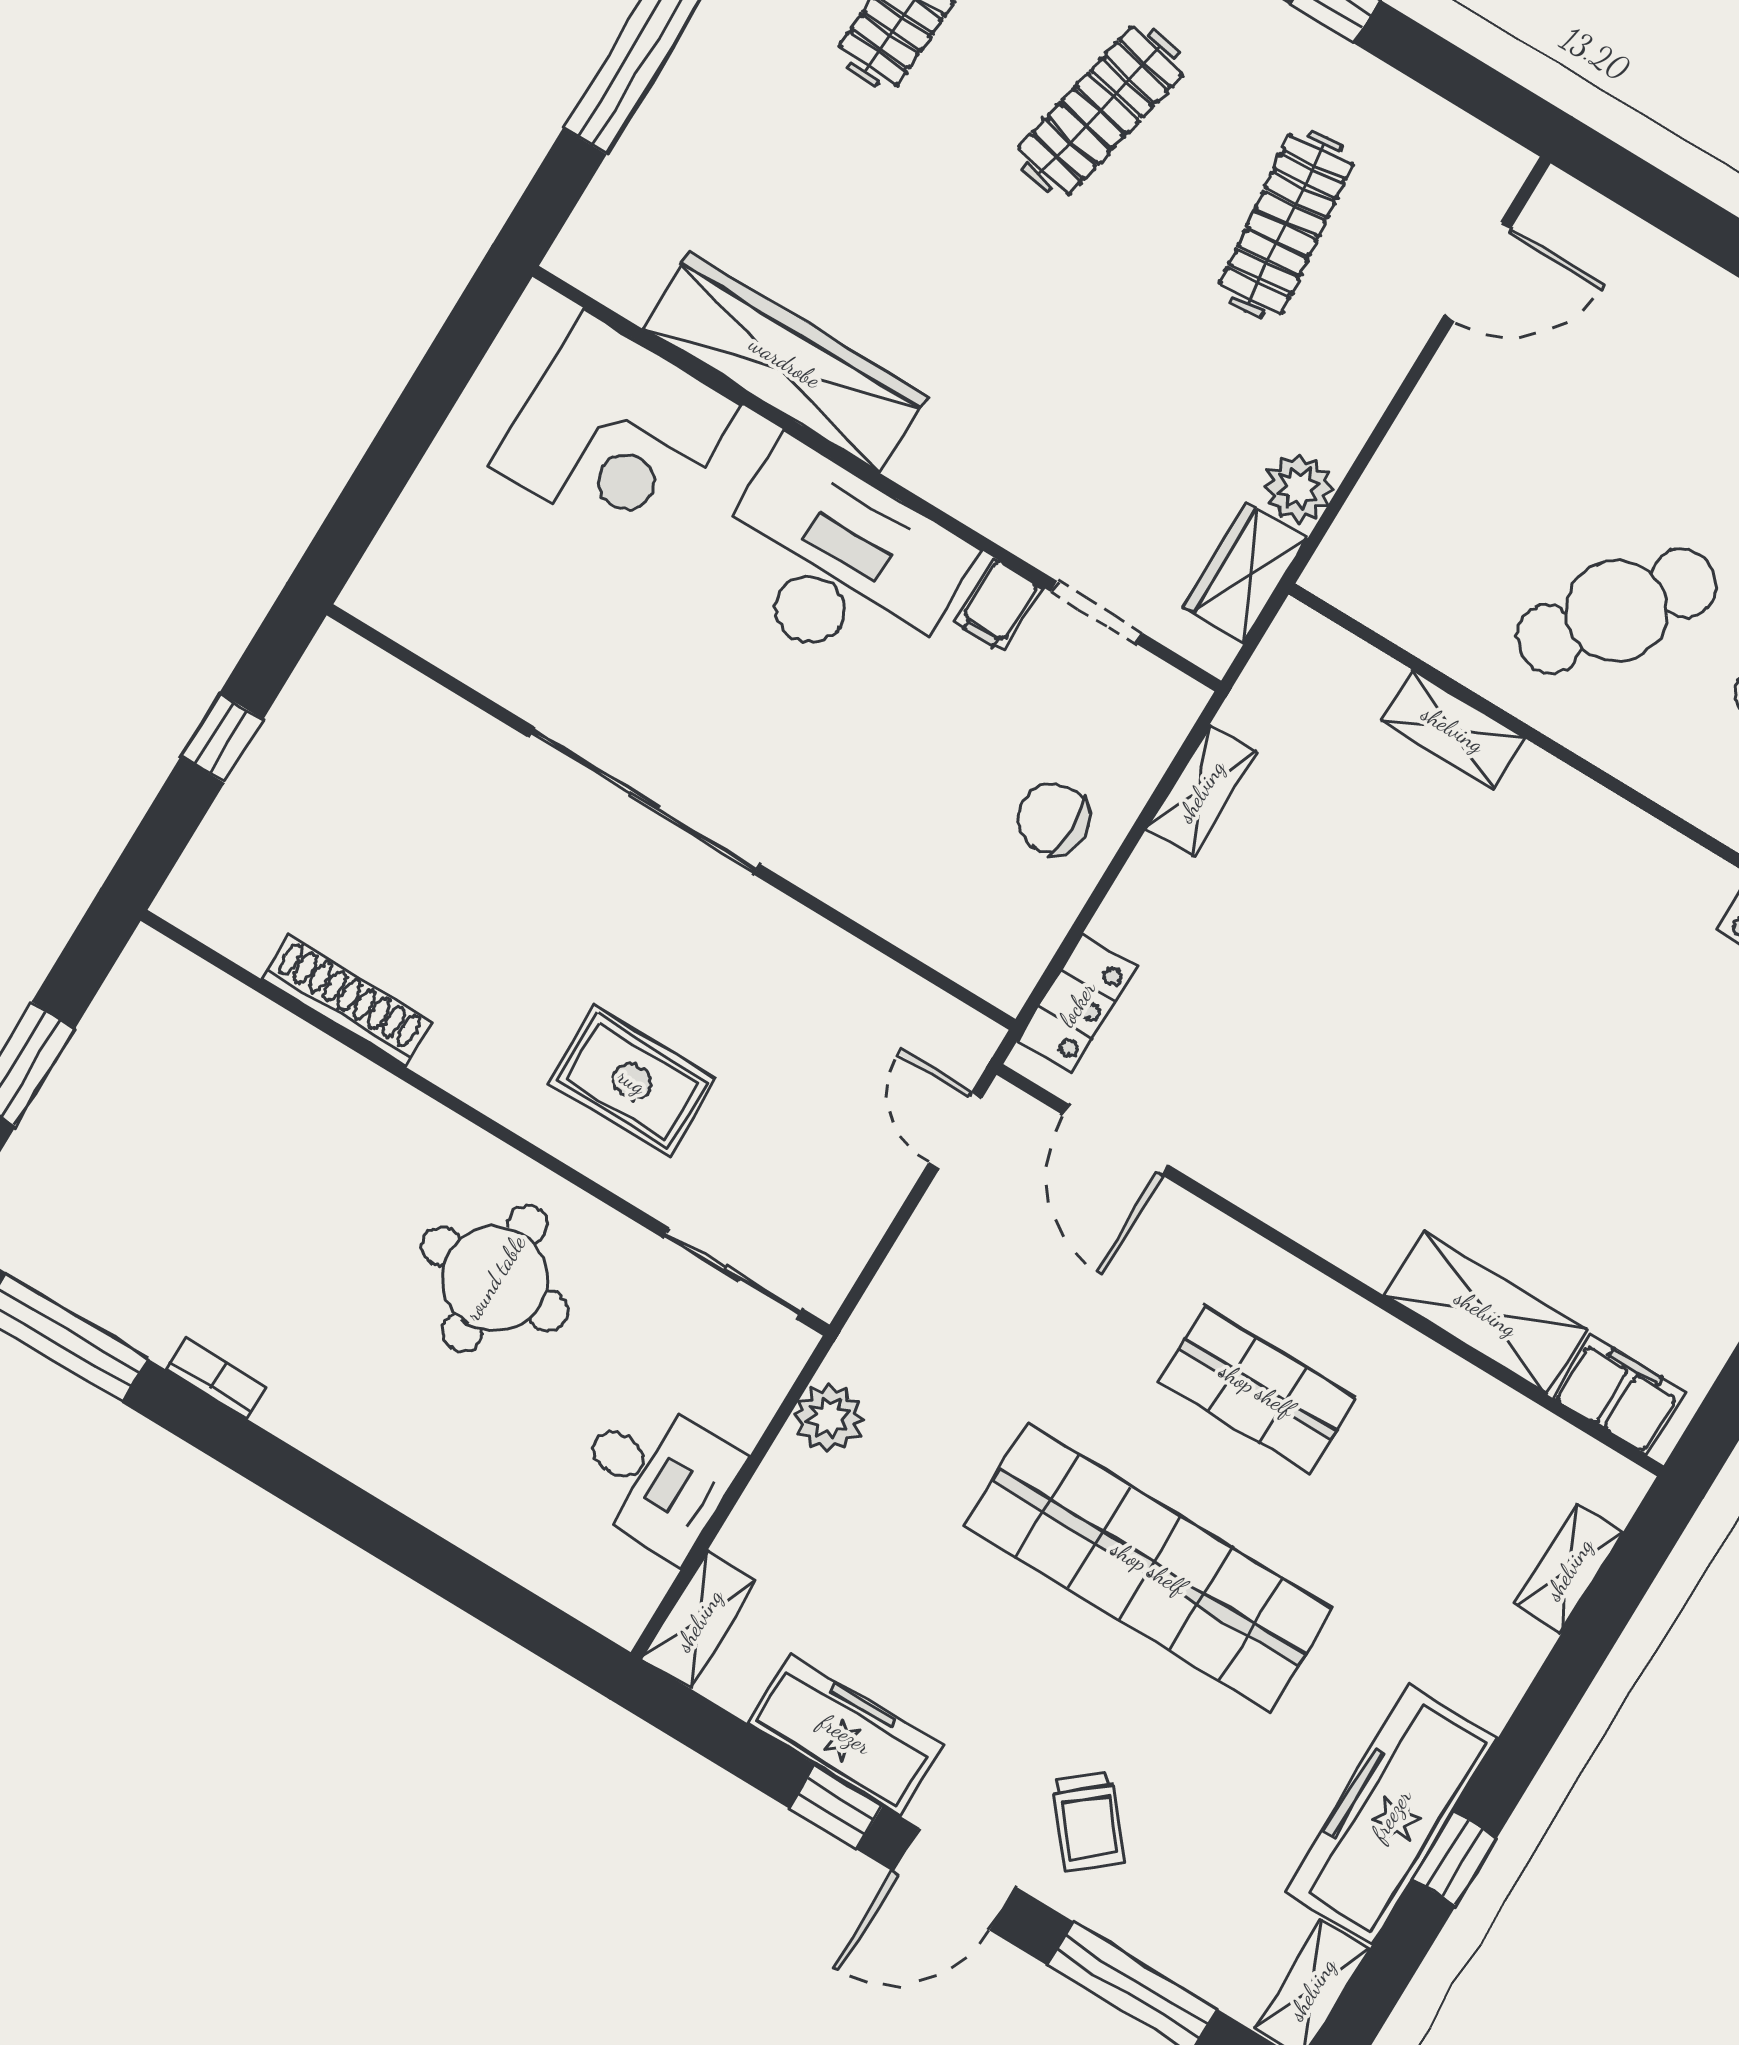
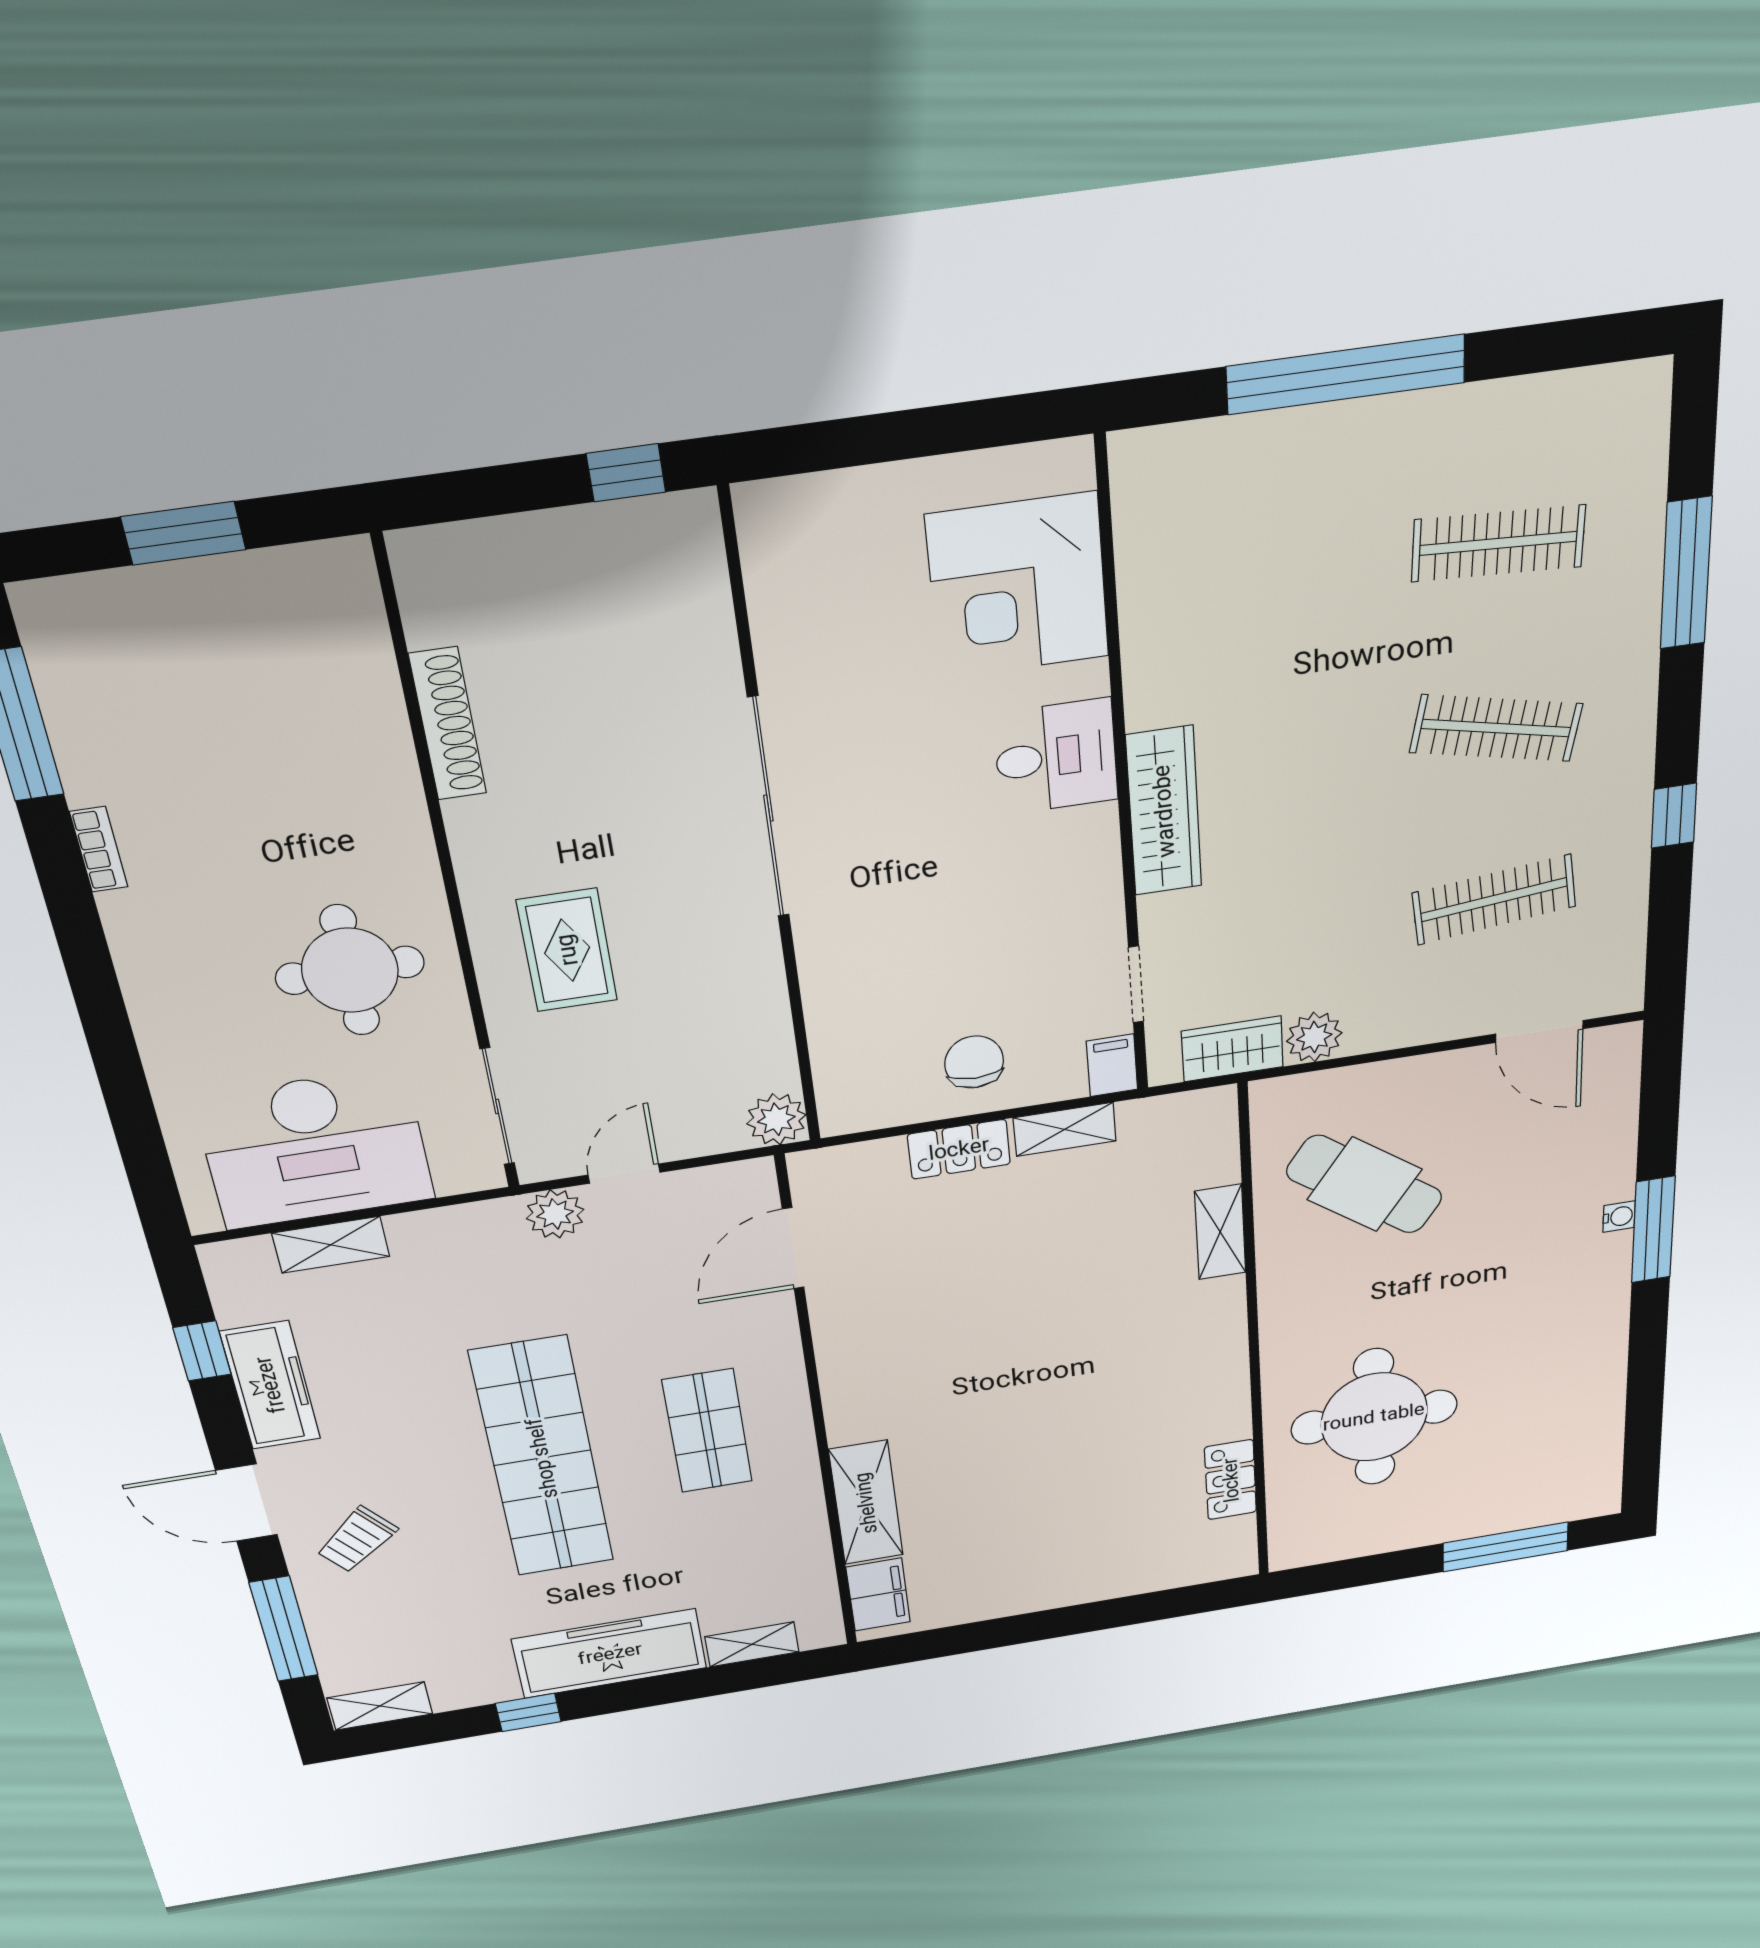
wardrobe: (785, 362) -> (1164, 811), moved, width x0.71, depth x0.85
desk: (838, 564) -> (1056, 757), width x0.53, depth x0.77
filing cabinet: (998, 605) -> (1112, 1065), moved, turned 90
cafe table: (1617, 611) -> (1365, 1184), moved
window: (222, 738) -> (626, 473), moved
locker: (1077, 1004) -> (959, 1149), moved
plant: (960, 1042) -> (776, 1119), added
door: (955, 1131) -> (624, 1174), moved
plant: (828, 1418) -> (555, 1214), moved
desk: (655, 1477) -> (315, 1148), width x1.87, depth x1.30
shelving: (699, 1620) -> (331, 1245), moved
window: (836, 1807) -> (202, 1351), moved
freezer: (1391, 1815) -> (610, 1654), moved

